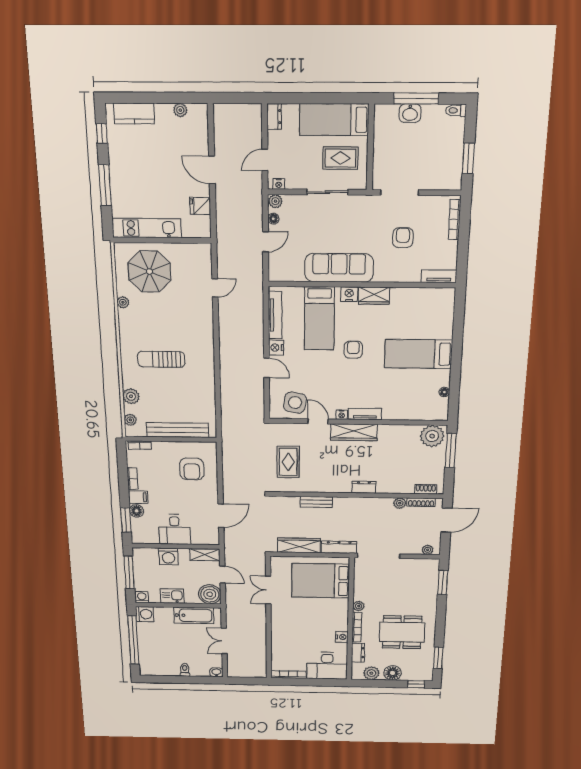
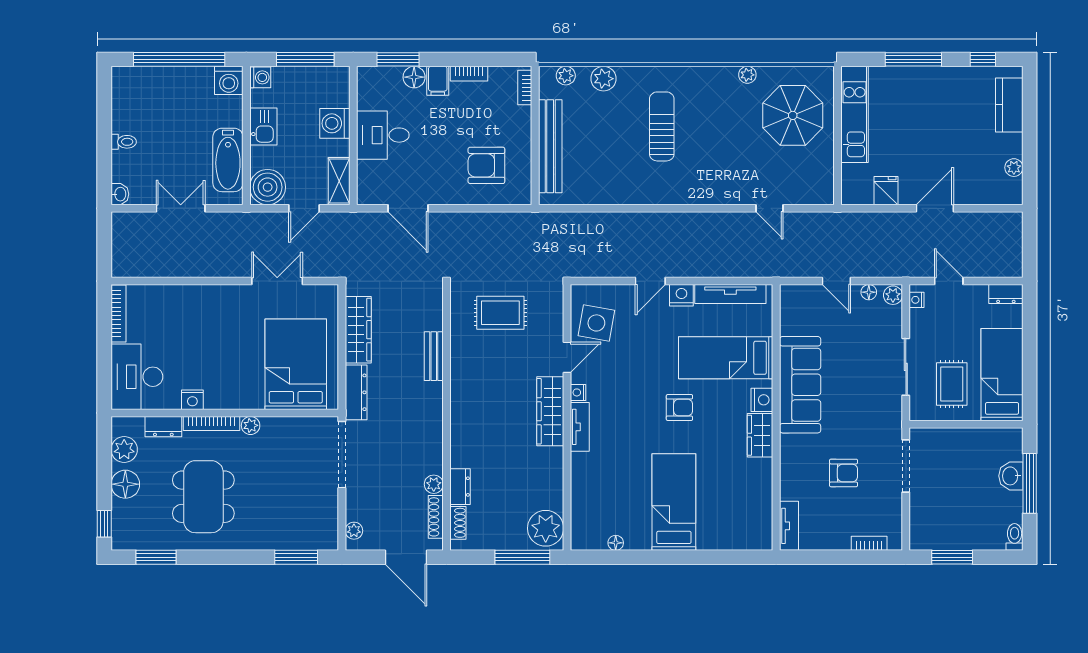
bookcase: (455, 220) -> (869, 543), width x0.64
dresser: (364, 487) -> (460, 487), moved

